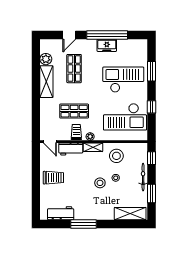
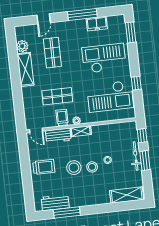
window: (107, 35) -> (82, 14), width x0.68
freezer: (107, 45) -> (97, 24), moved
window: (152, 71) -> (131, 32), moved
stool: (116, 156) -> (74, 168), moved
window: (152, 194) -> (145, 160), moved
window: (84, 224) -> (67, 212), moved

